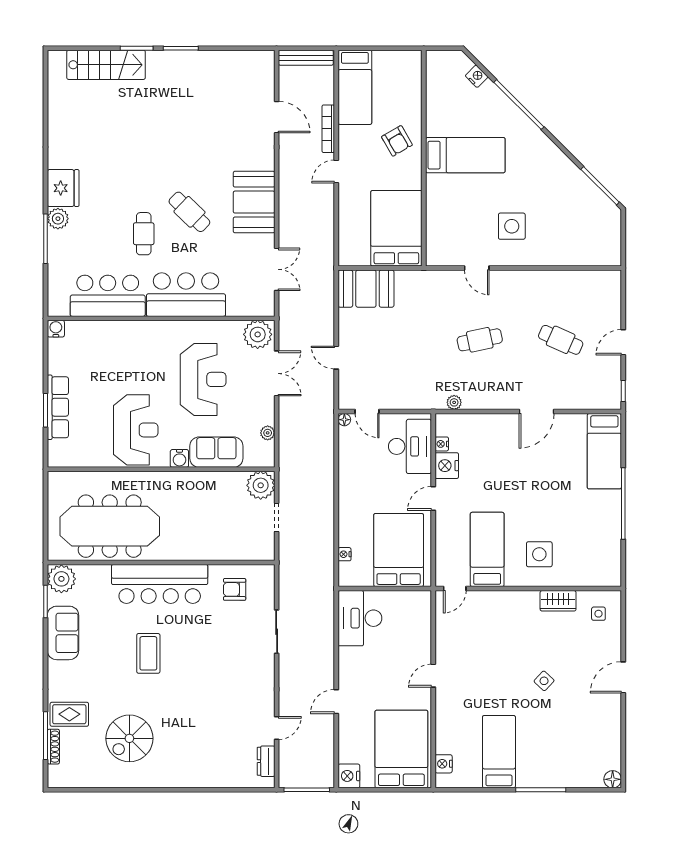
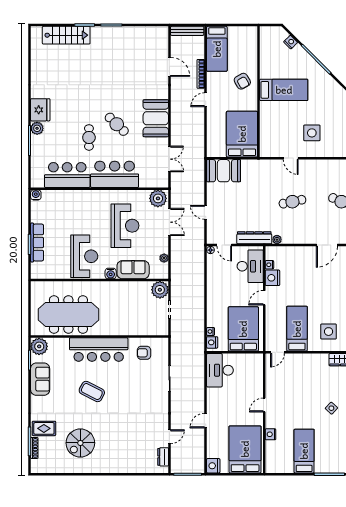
dresser: (417, 399) -> (254, 238), added
nightstand: (347, 572) -> (212, 342), added
coffee table: (148, 653) -> (92, 392), turned -63
nightstand: (444, 764) -> (271, 434), moved

